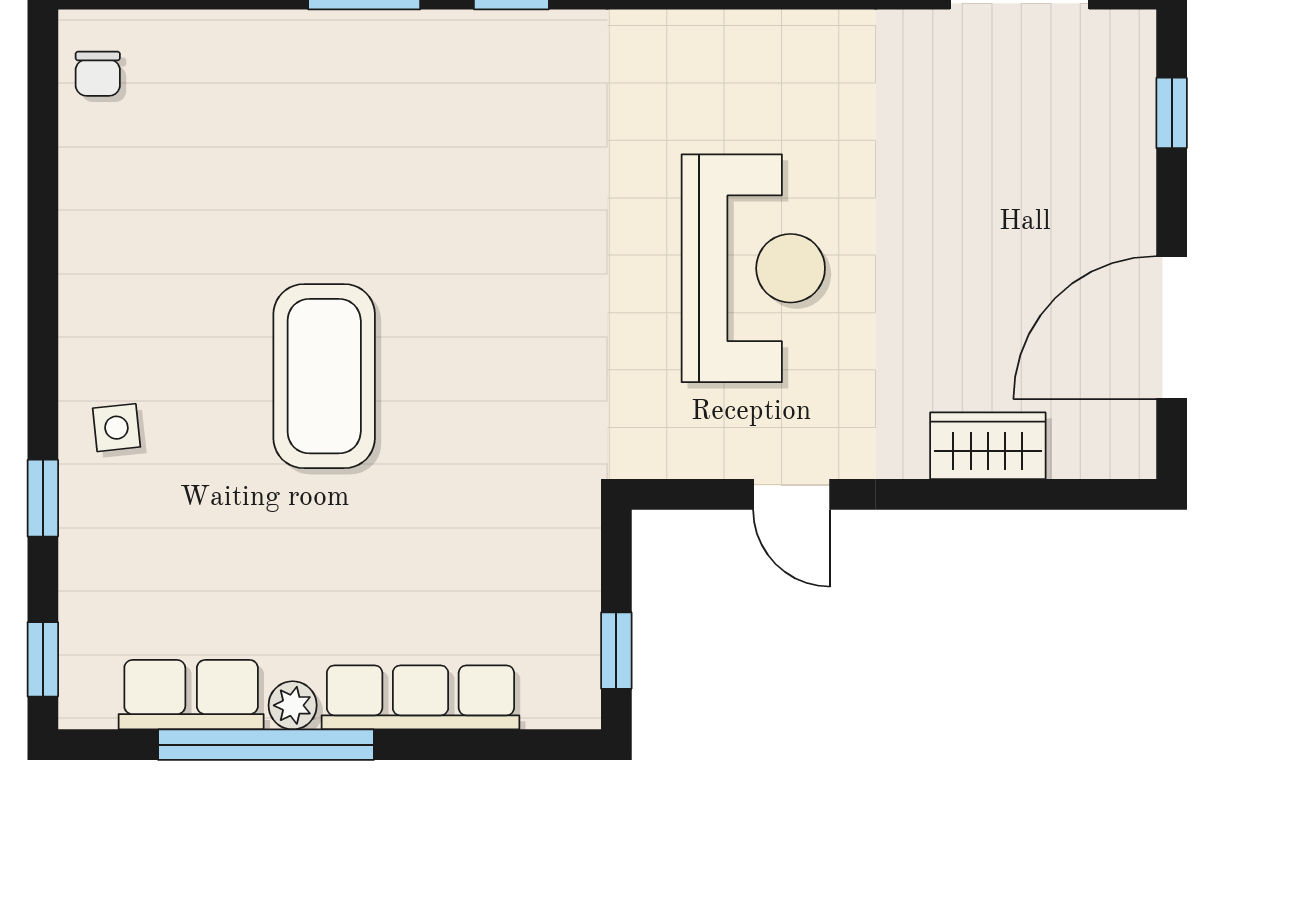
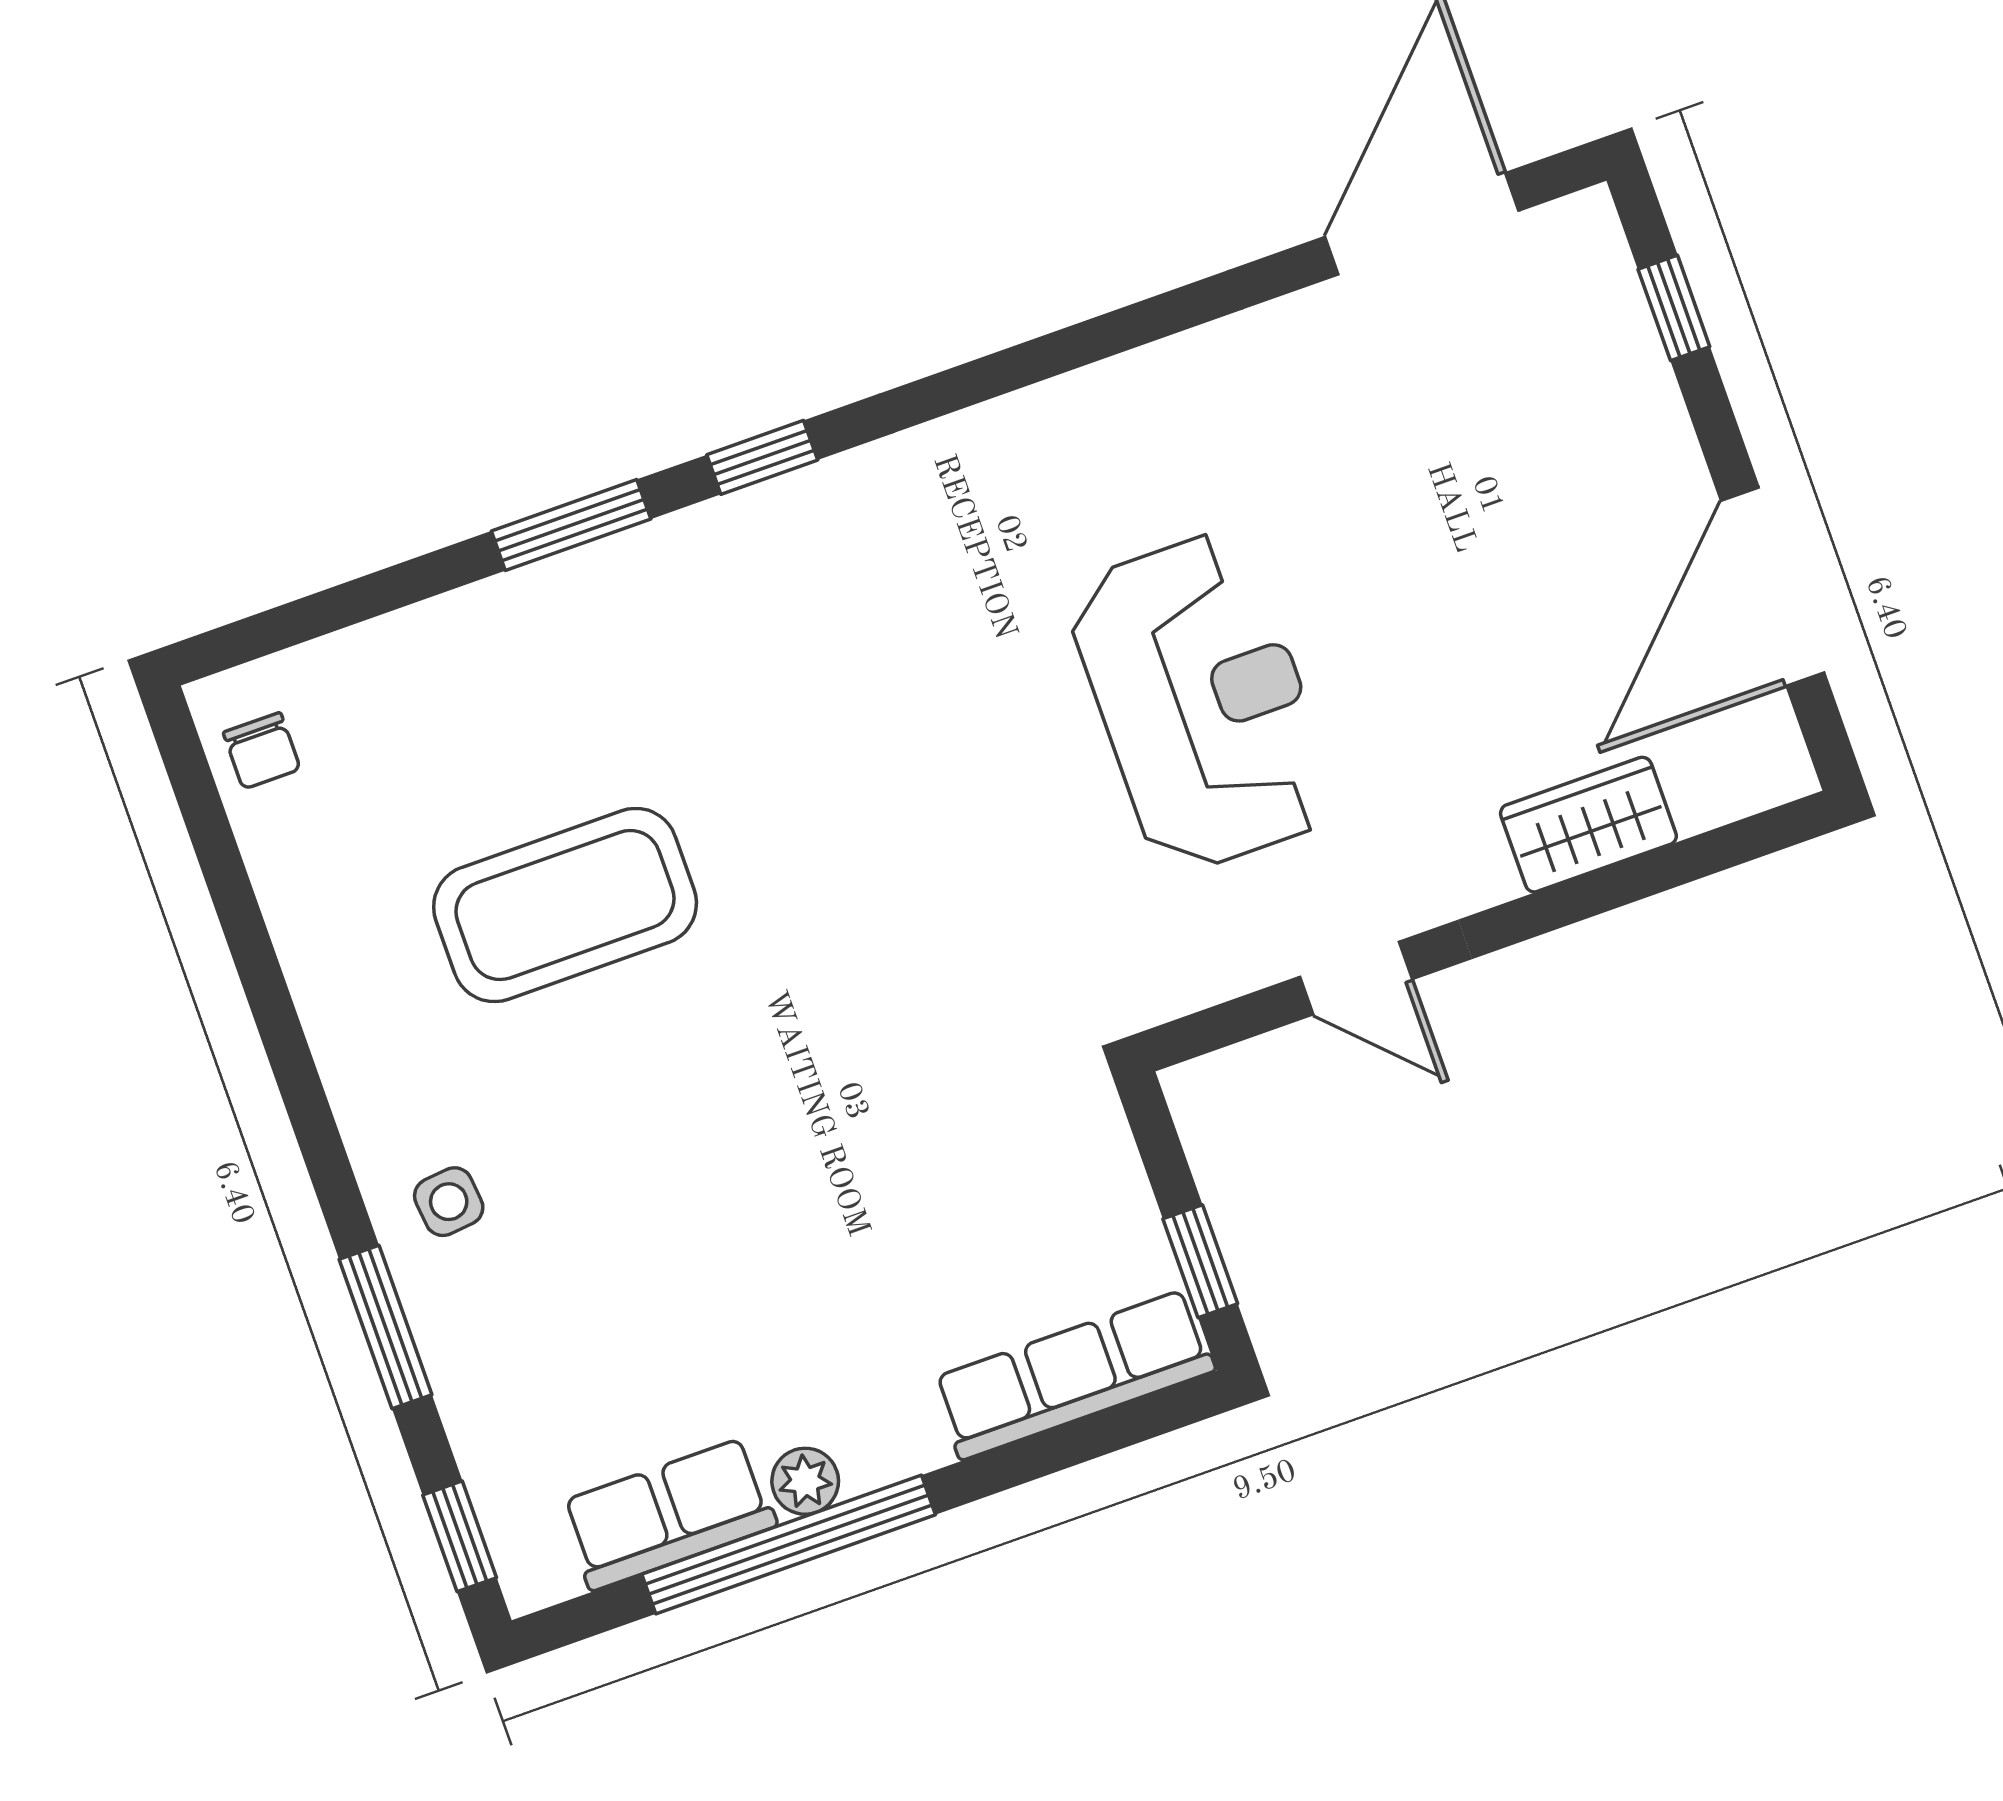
coffee table: (324, 376) -> (565, 905), moved, turned 90
window: (43, 498) -> (386, 1327), width x1.50
row of seats: (420, 697) -> (1074, 1375), moved

